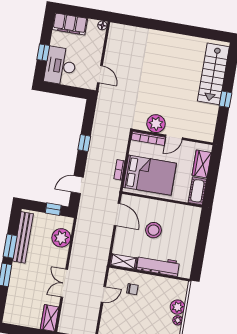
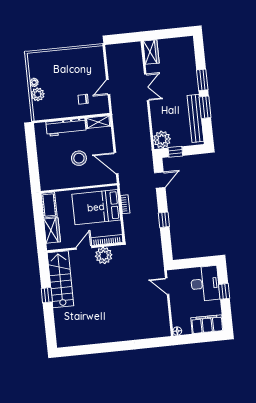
stairs: (213, 74) -> (60, 279), moved
plant: (61, 238) -> (162, 140), moved

